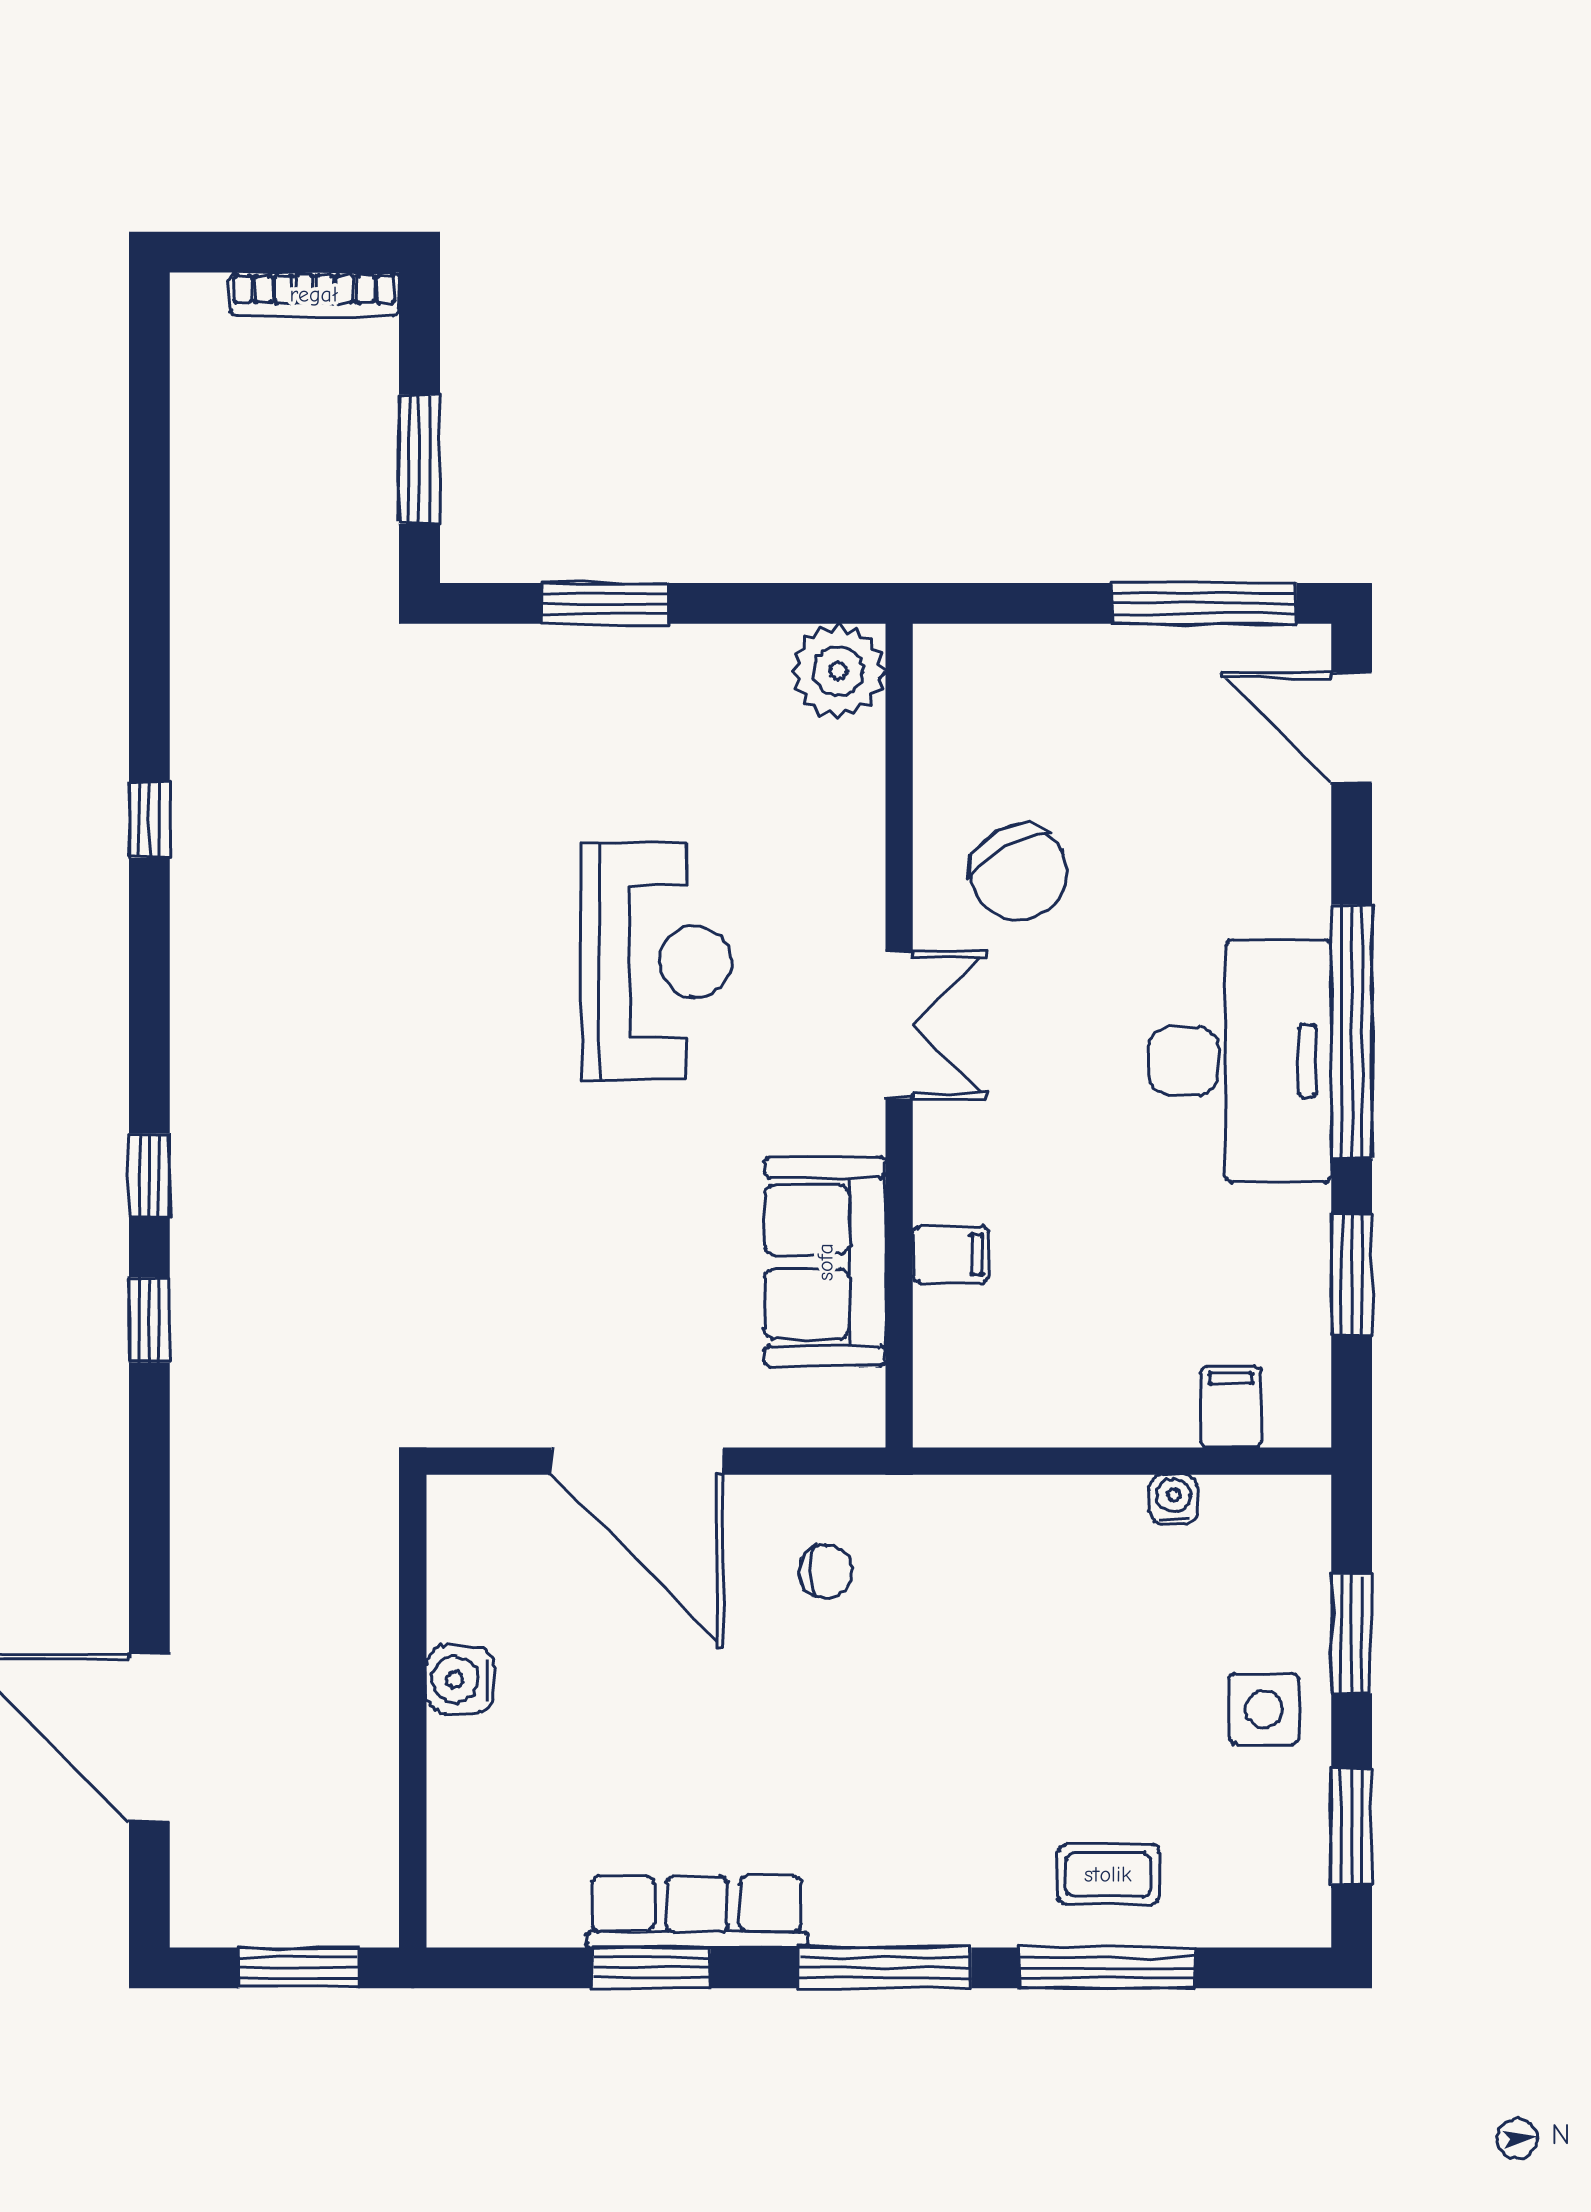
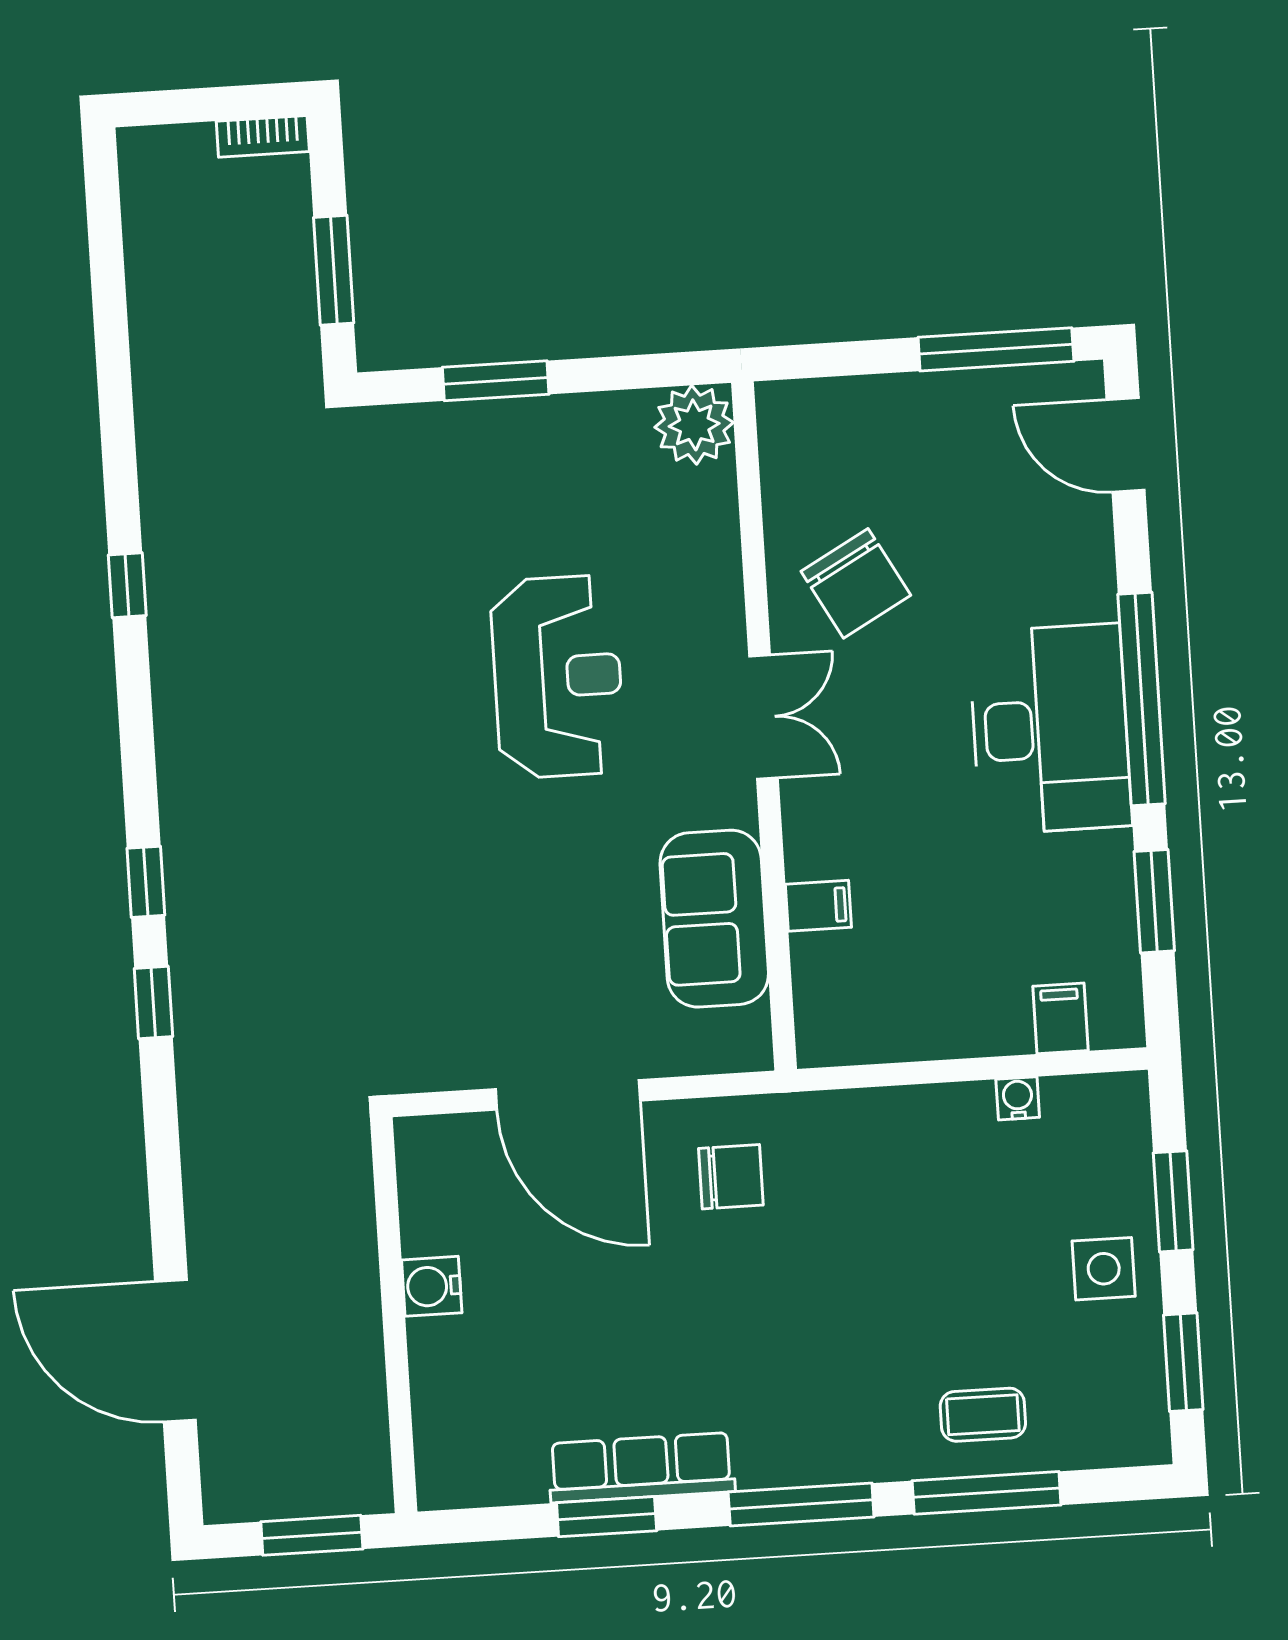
bookcase: (314, 294) -> (263, 136), width x0.64
chair: (826, 1571) -> (731, 1177), width x1.37, depth x1.37

